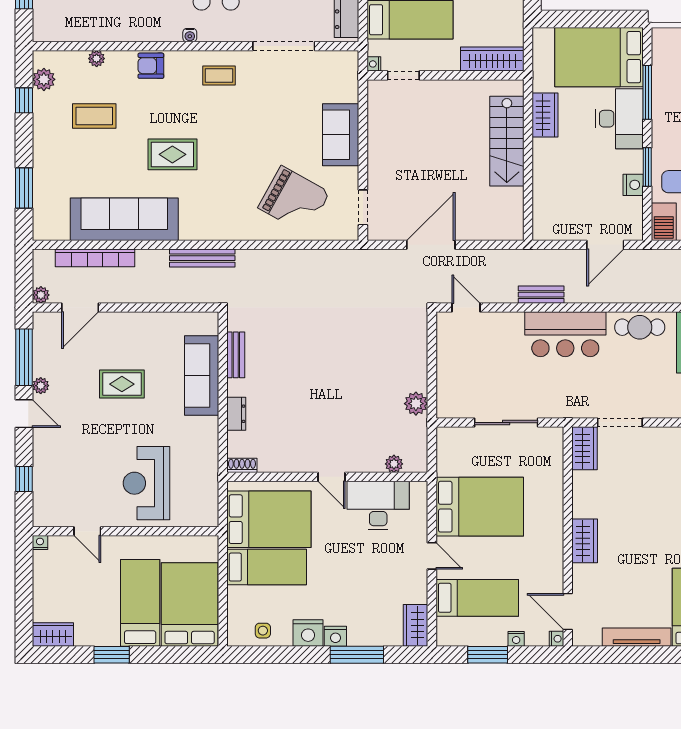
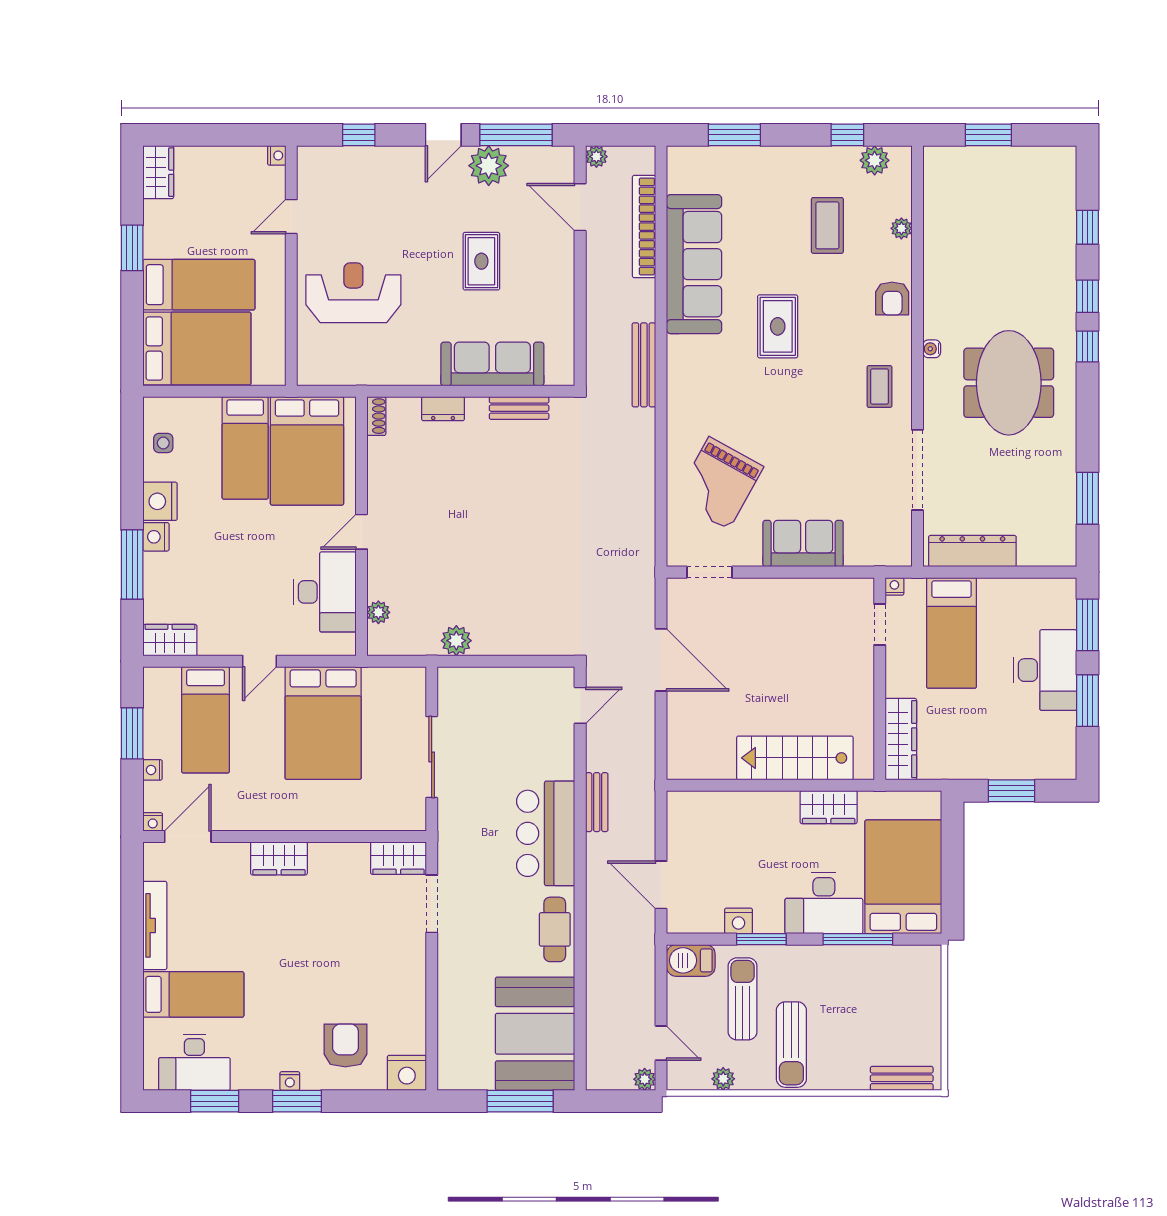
armchair: (151, 66) -> (892, 299), turned 180
plant: (41, 386) -> (489, 166), width x1.88, depth x1.88

